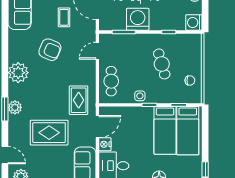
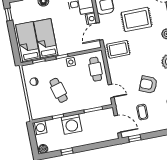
washing machine: (138, 19) -> (72, 124), moved
door: (97, 51) -> (111, 91), hinge flipped
rug: (79, 100) -> (118, 49), turned 90

